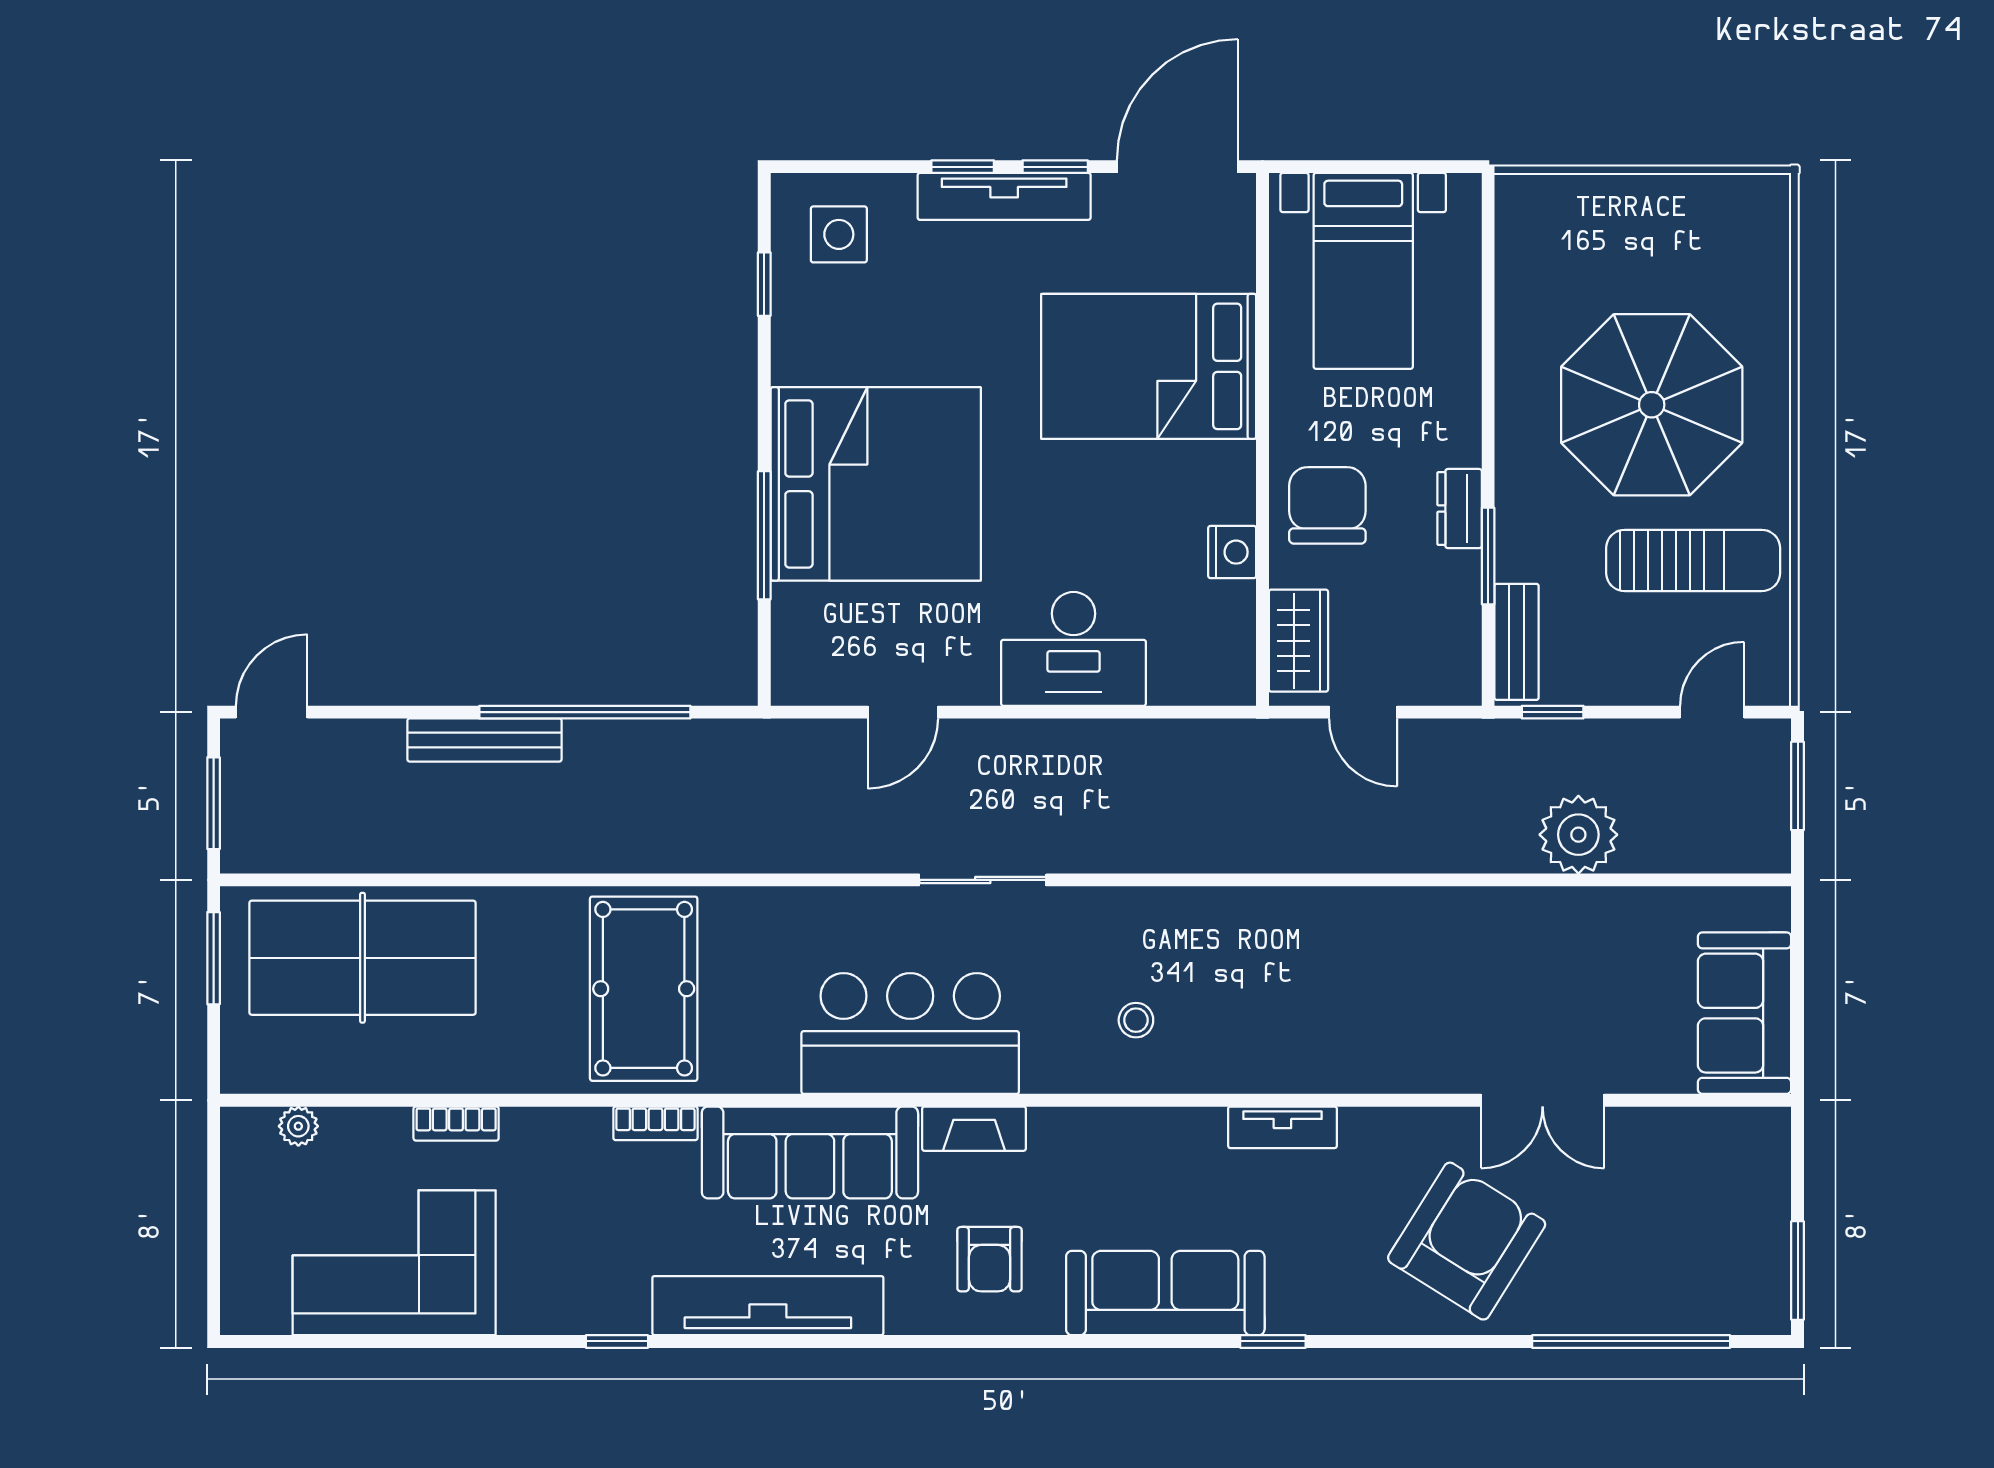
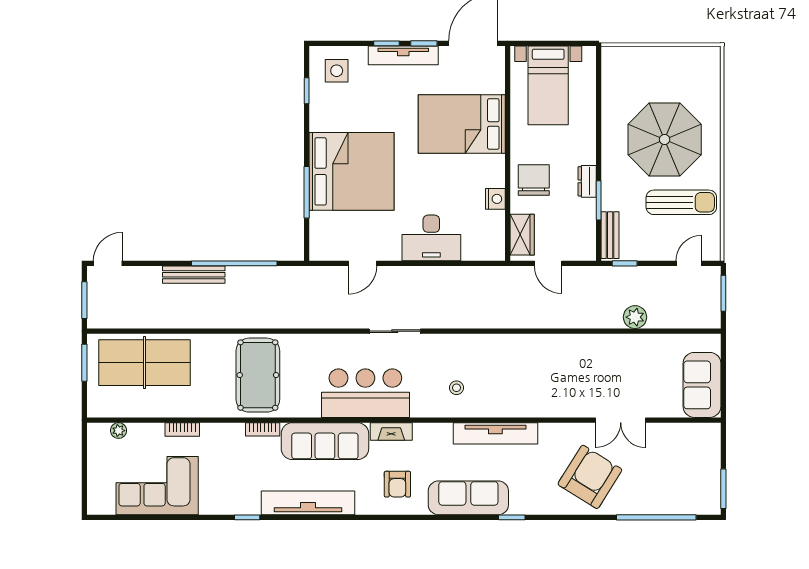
plant: (1578, 835) -> (635, 317), width x0.73, depth x0.73
tv unit: (1282, 1127) -> (495, 433), width x1.92, depth x1.29

